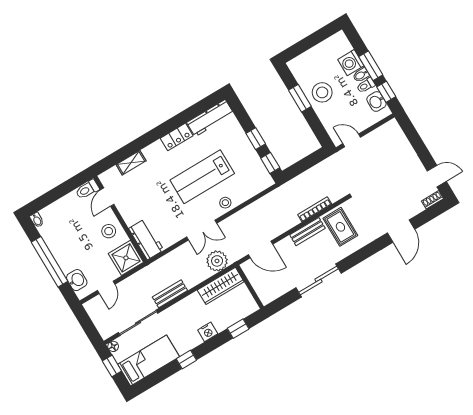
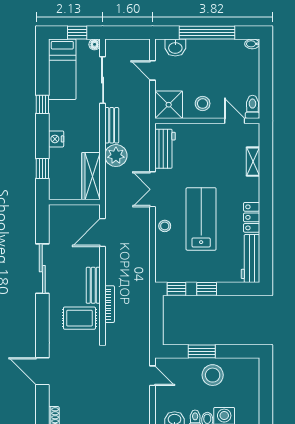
window: (300, 98) -> (202, 351), moved
door: (352, 140) -> (153, 376), hinge flipped
workbench: (146, 239) -> (165, 149), moved, turned -90
plant: (217, 261) -> (116, 156), moved

